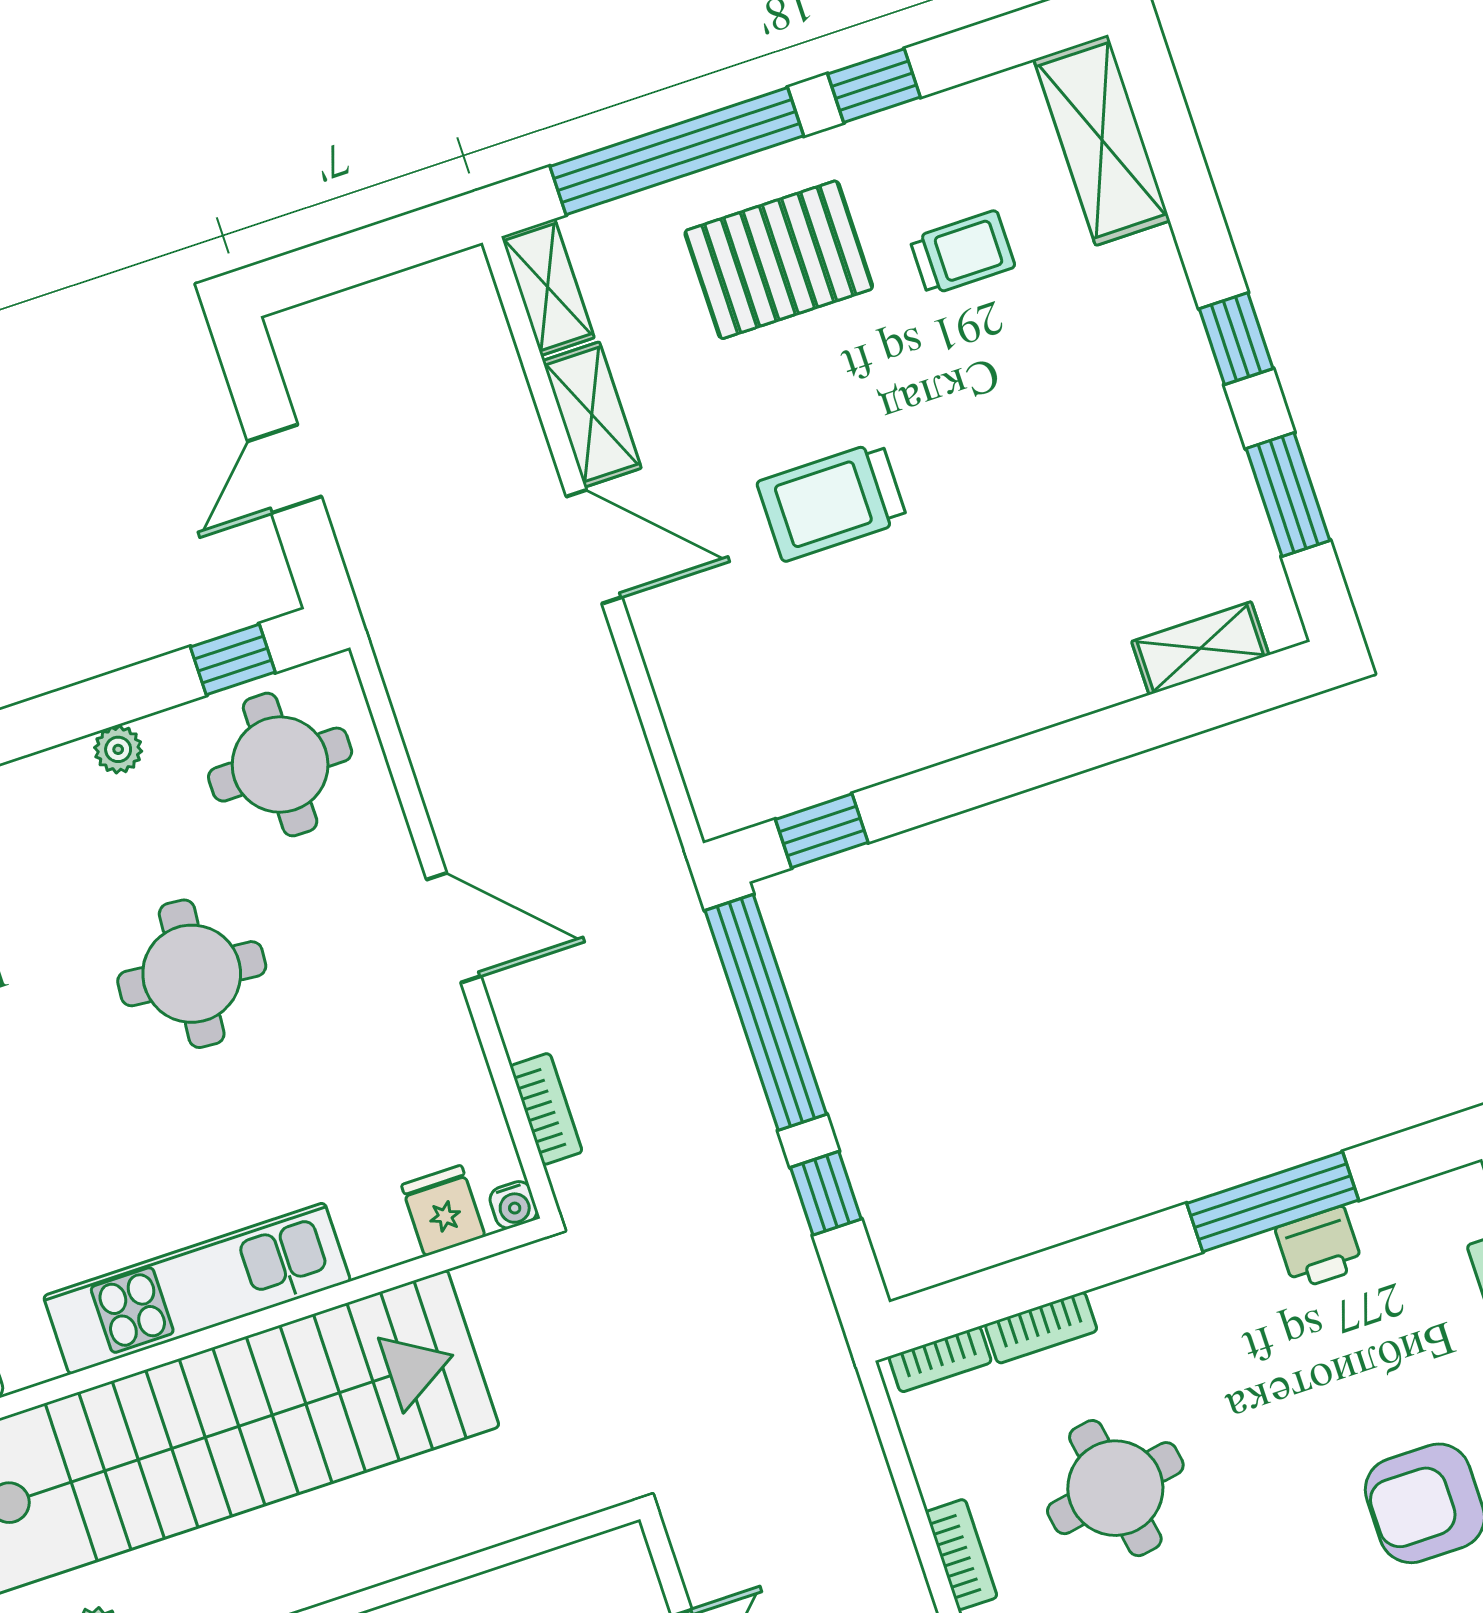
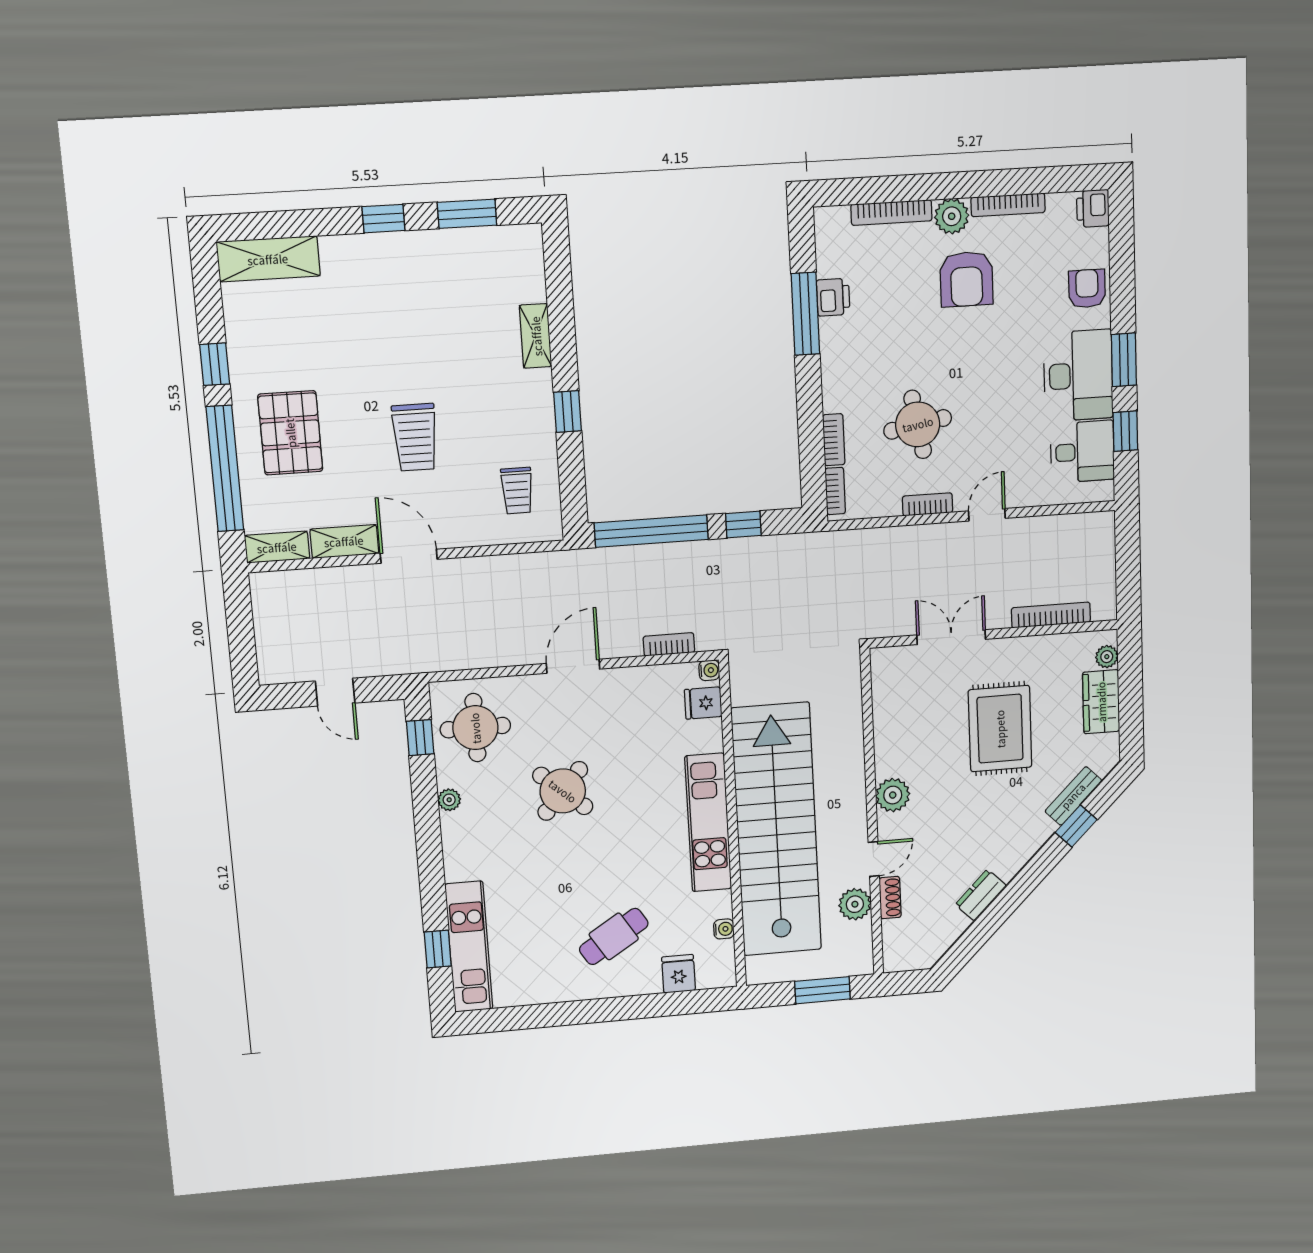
trolley: (962, 253) -> (517, 491), moved, turned 180
door: (594, 547) -> (409, 556), hinge flipped
shelving: (1200, 648) -> (536, 336), moved
window: (822, 831) -> (567, 411), moved
round table: (192, 974) -> (563, 791), turned 36

